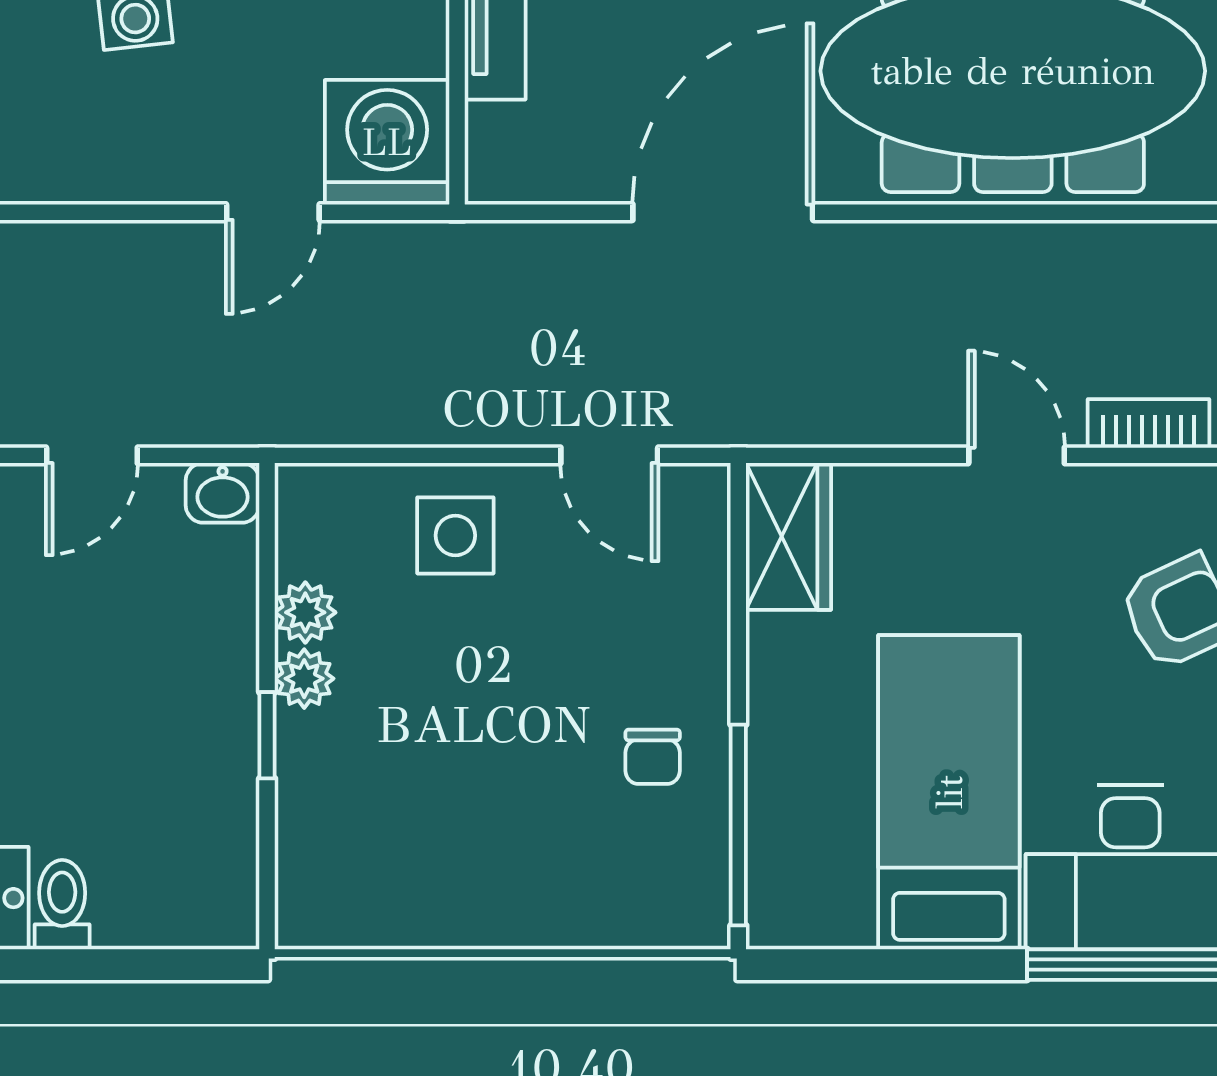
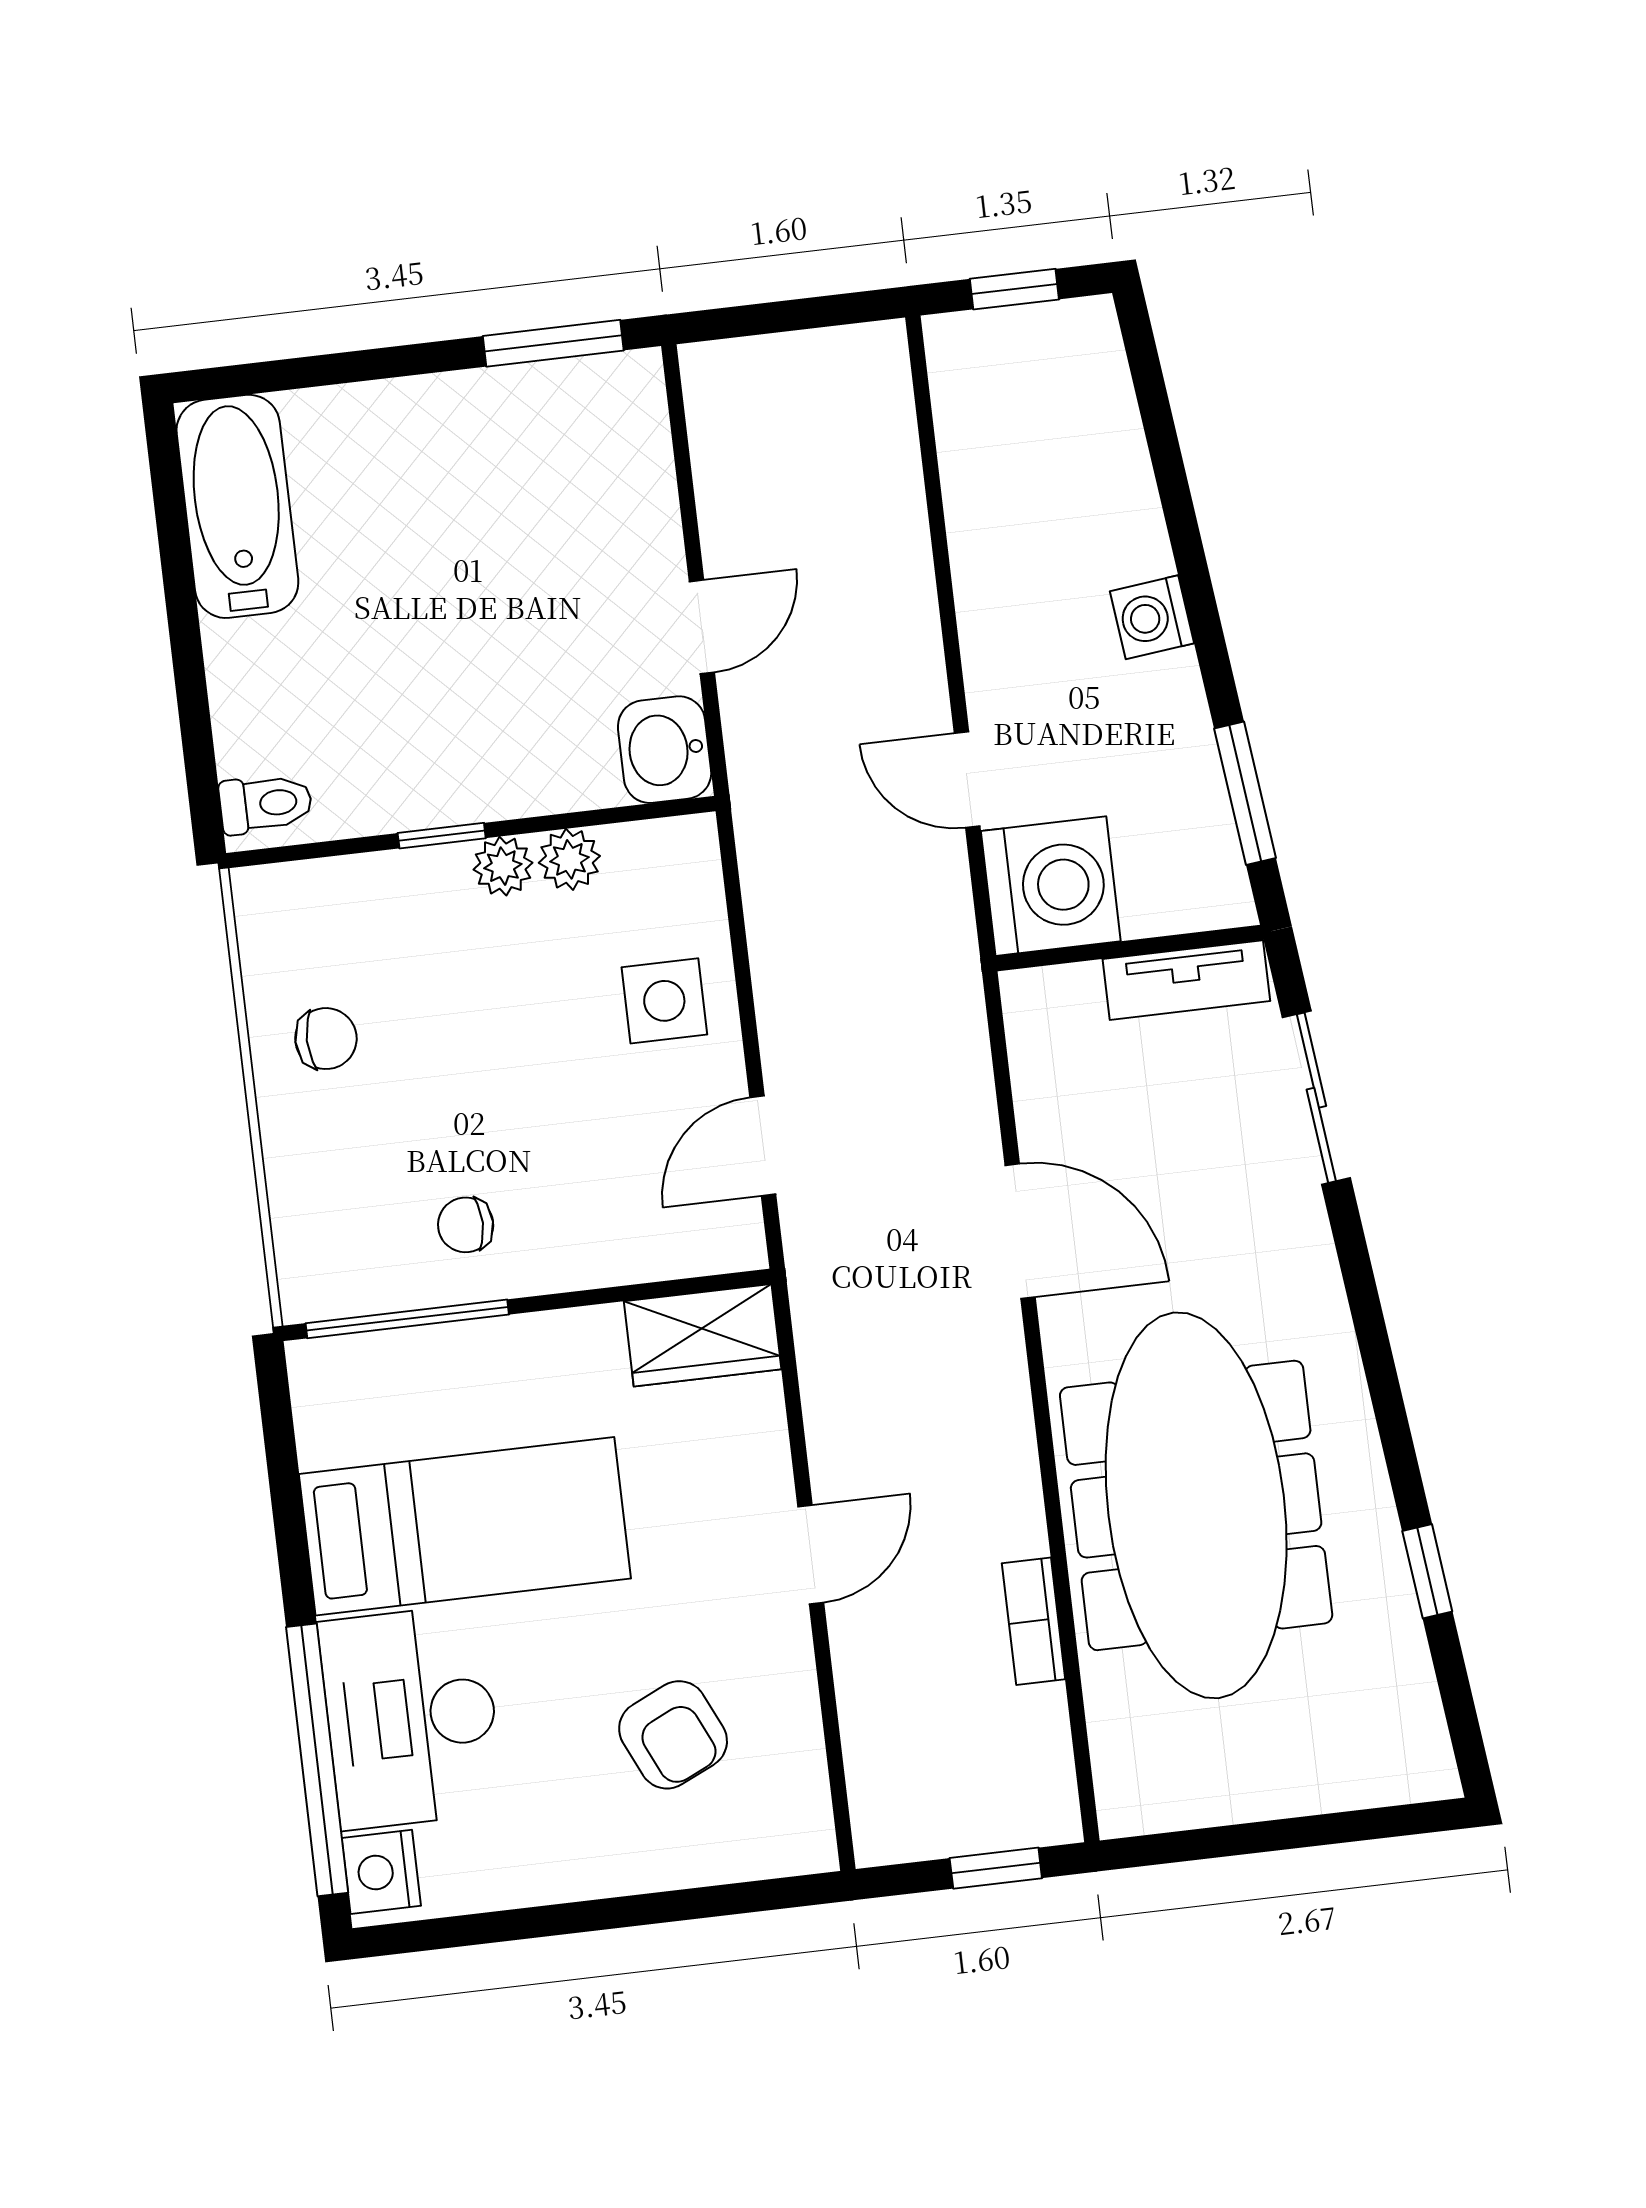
door: (723, 212) -> (1020, 1231), width x0.73
bookcase: (1148, 423) -> (1034, 1621), moved, turned 180
door: (92, 455) -> (702, 627), swing flipped
washbasin: (223, 493) -> (665, 750), width x1.38, depth x1.45
chair: (453, 872) -> (326, 1039), added
toilet: (62, 905) -> (266, 804), moved

